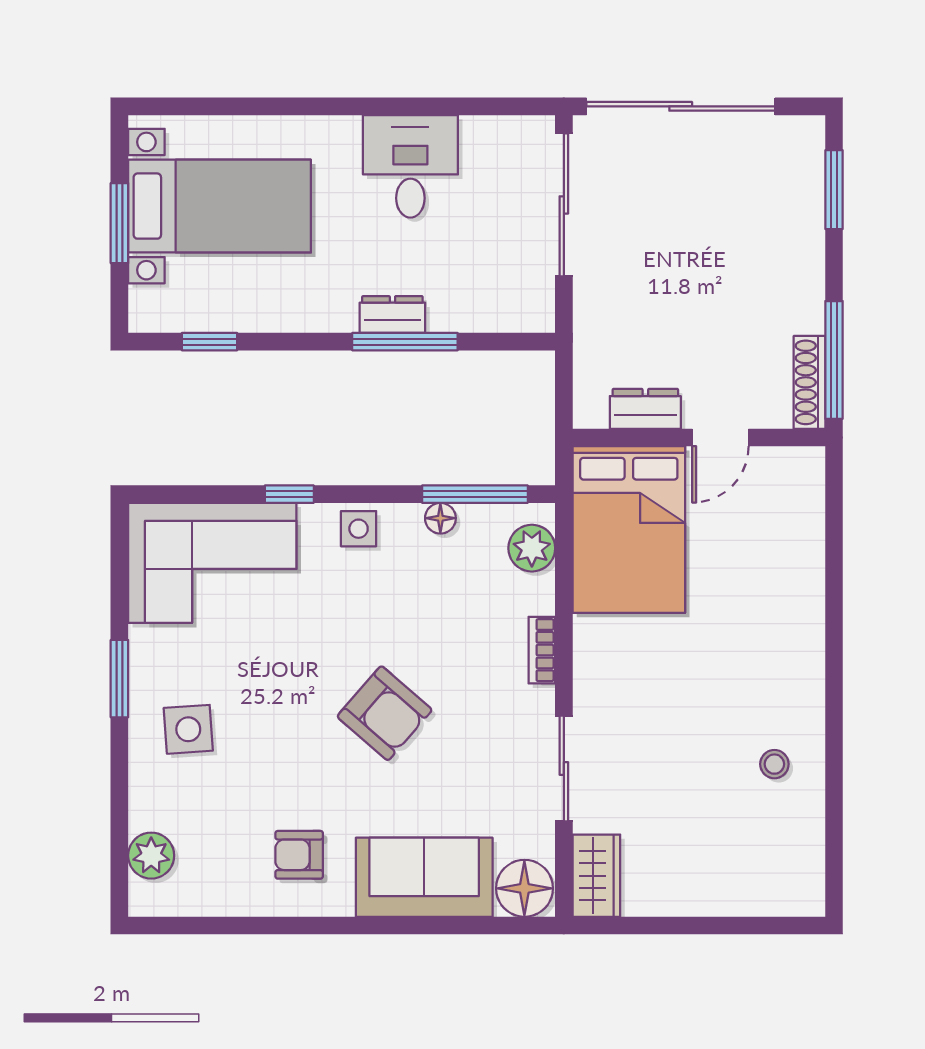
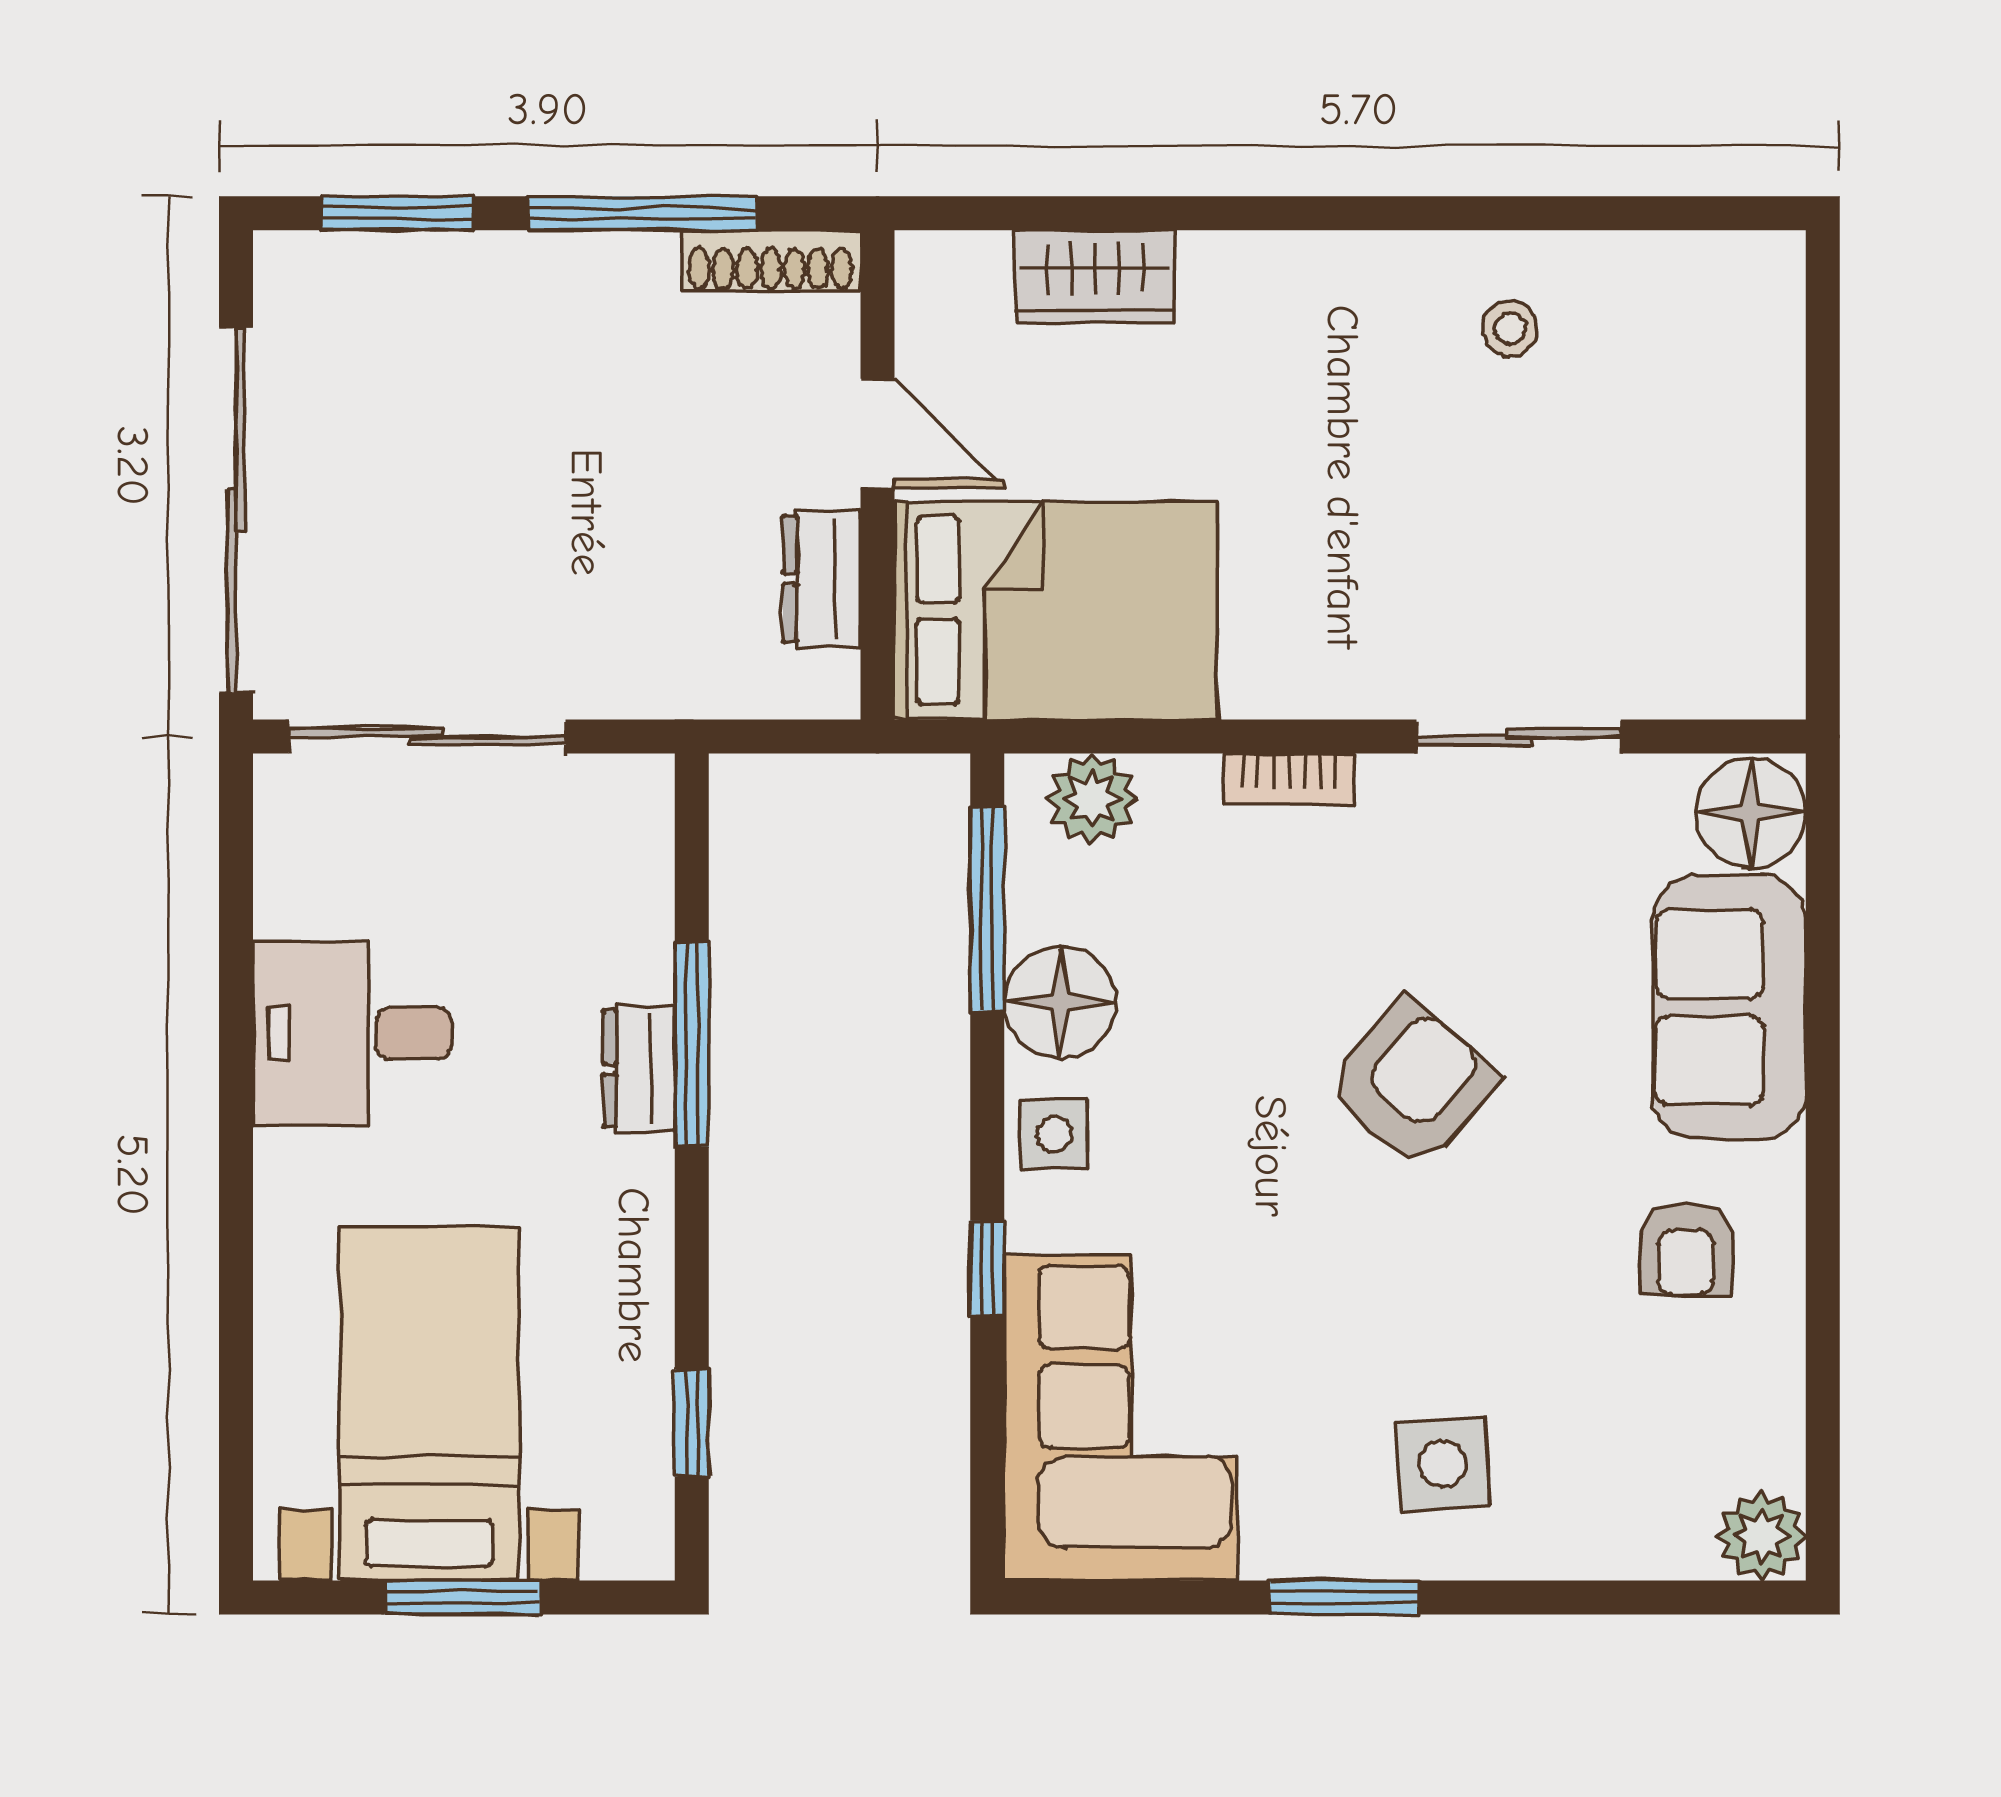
window: (834, 360) -> (642, 213), moved
floor lamp: (440, 518) -> (1060, 1002), width x1.89, depth x1.89
plant: (151, 856) -> (1761, 1536), moved
wardrobe: (596, 876) -> (1095, 276), moved, turned 180

